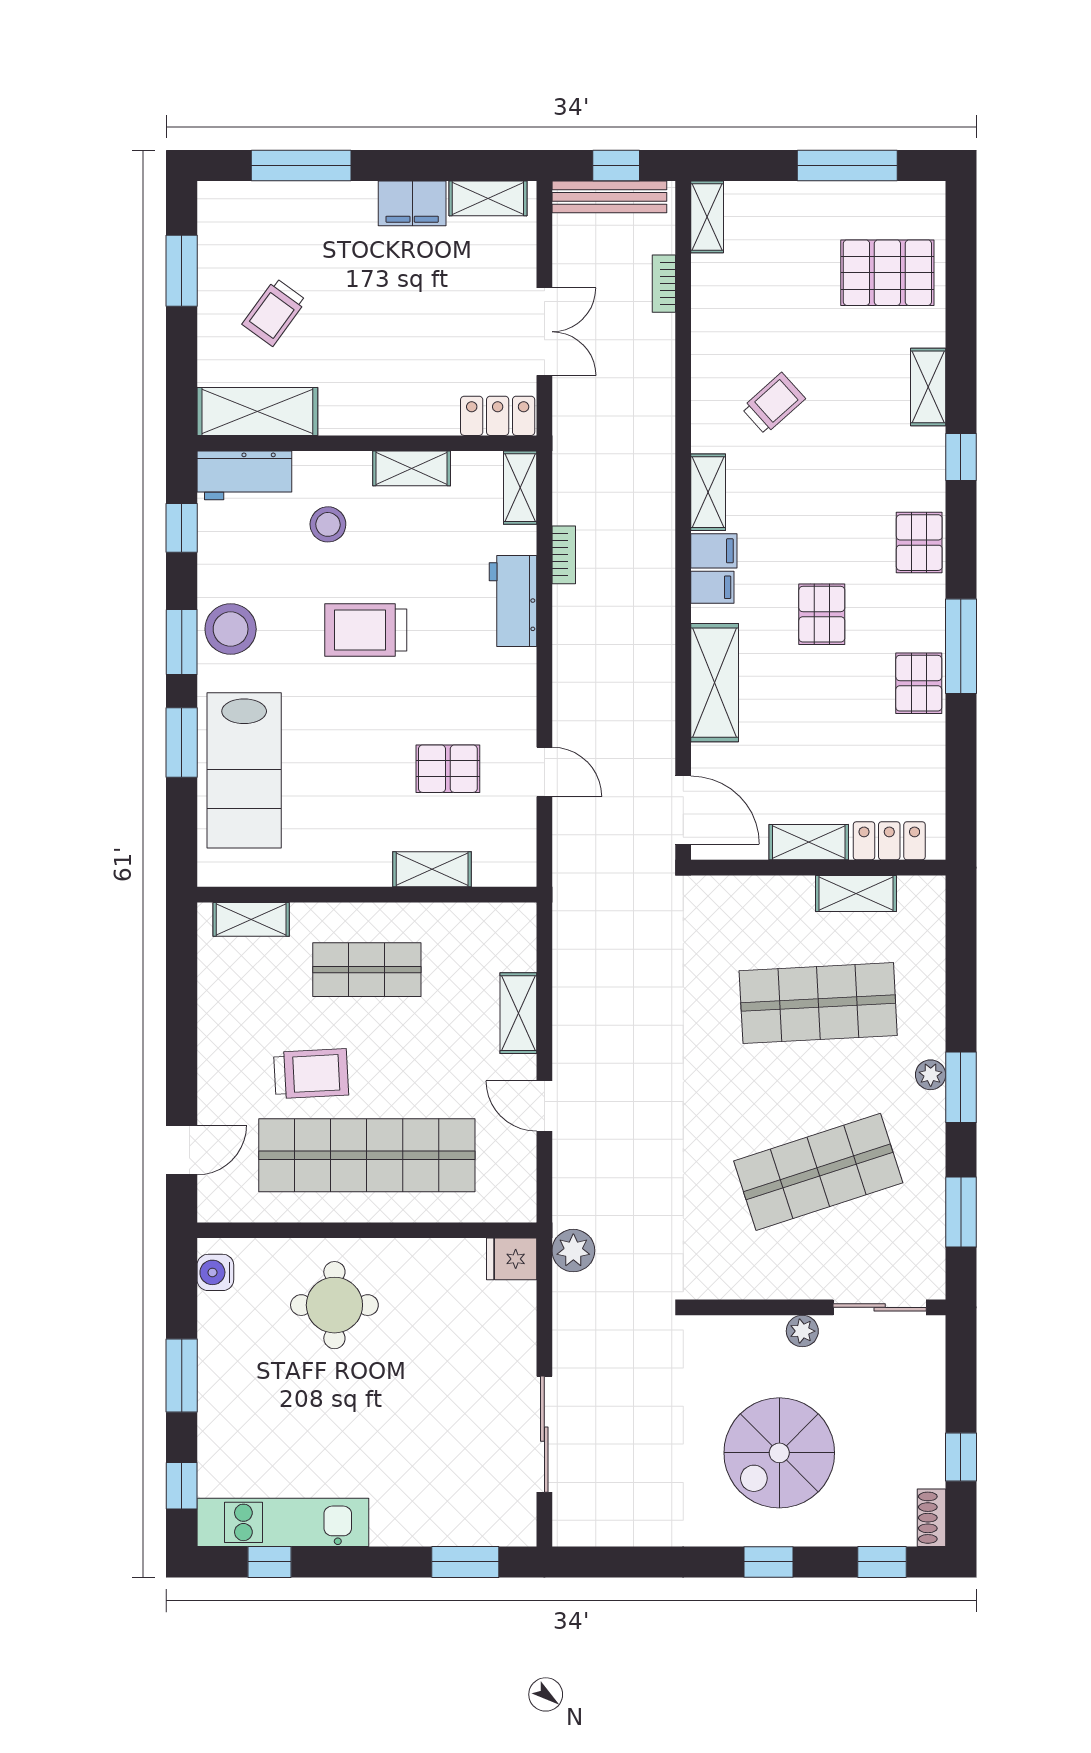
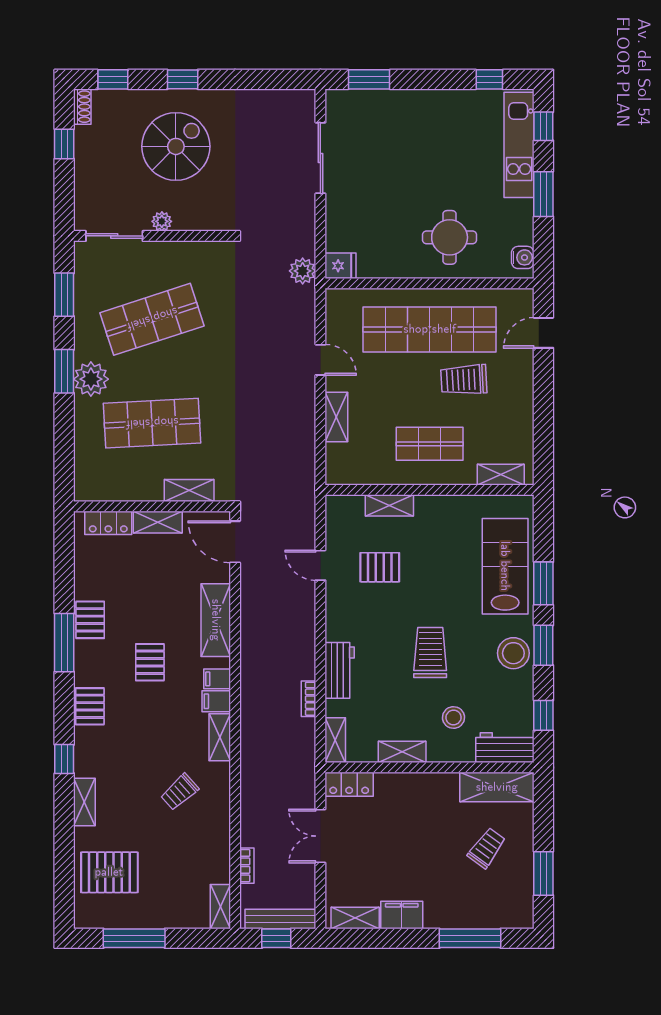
trolley: (366, 630) -> (430, 653), turned -90
shelving: (856, 893) -> (189, 491), moved
plant: (931, 1075) -> (91, 379), width x1.88, depth x1.88
kitchen unit: (283, 1522) -> (519, 145), moved, turned 90

